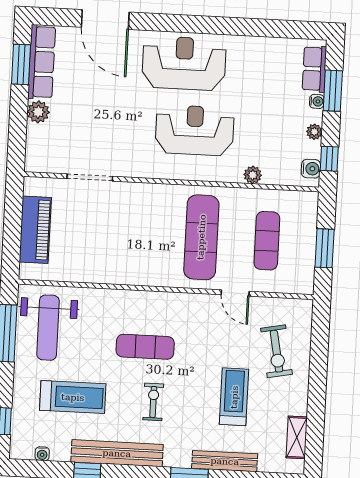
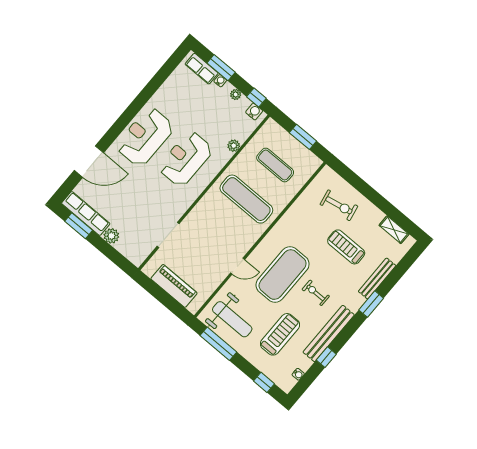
door: (235, 293) -> (238, 266), moved
exercise mat: (145, 347) -> (283, 275), width x2.00, depth x1.45

